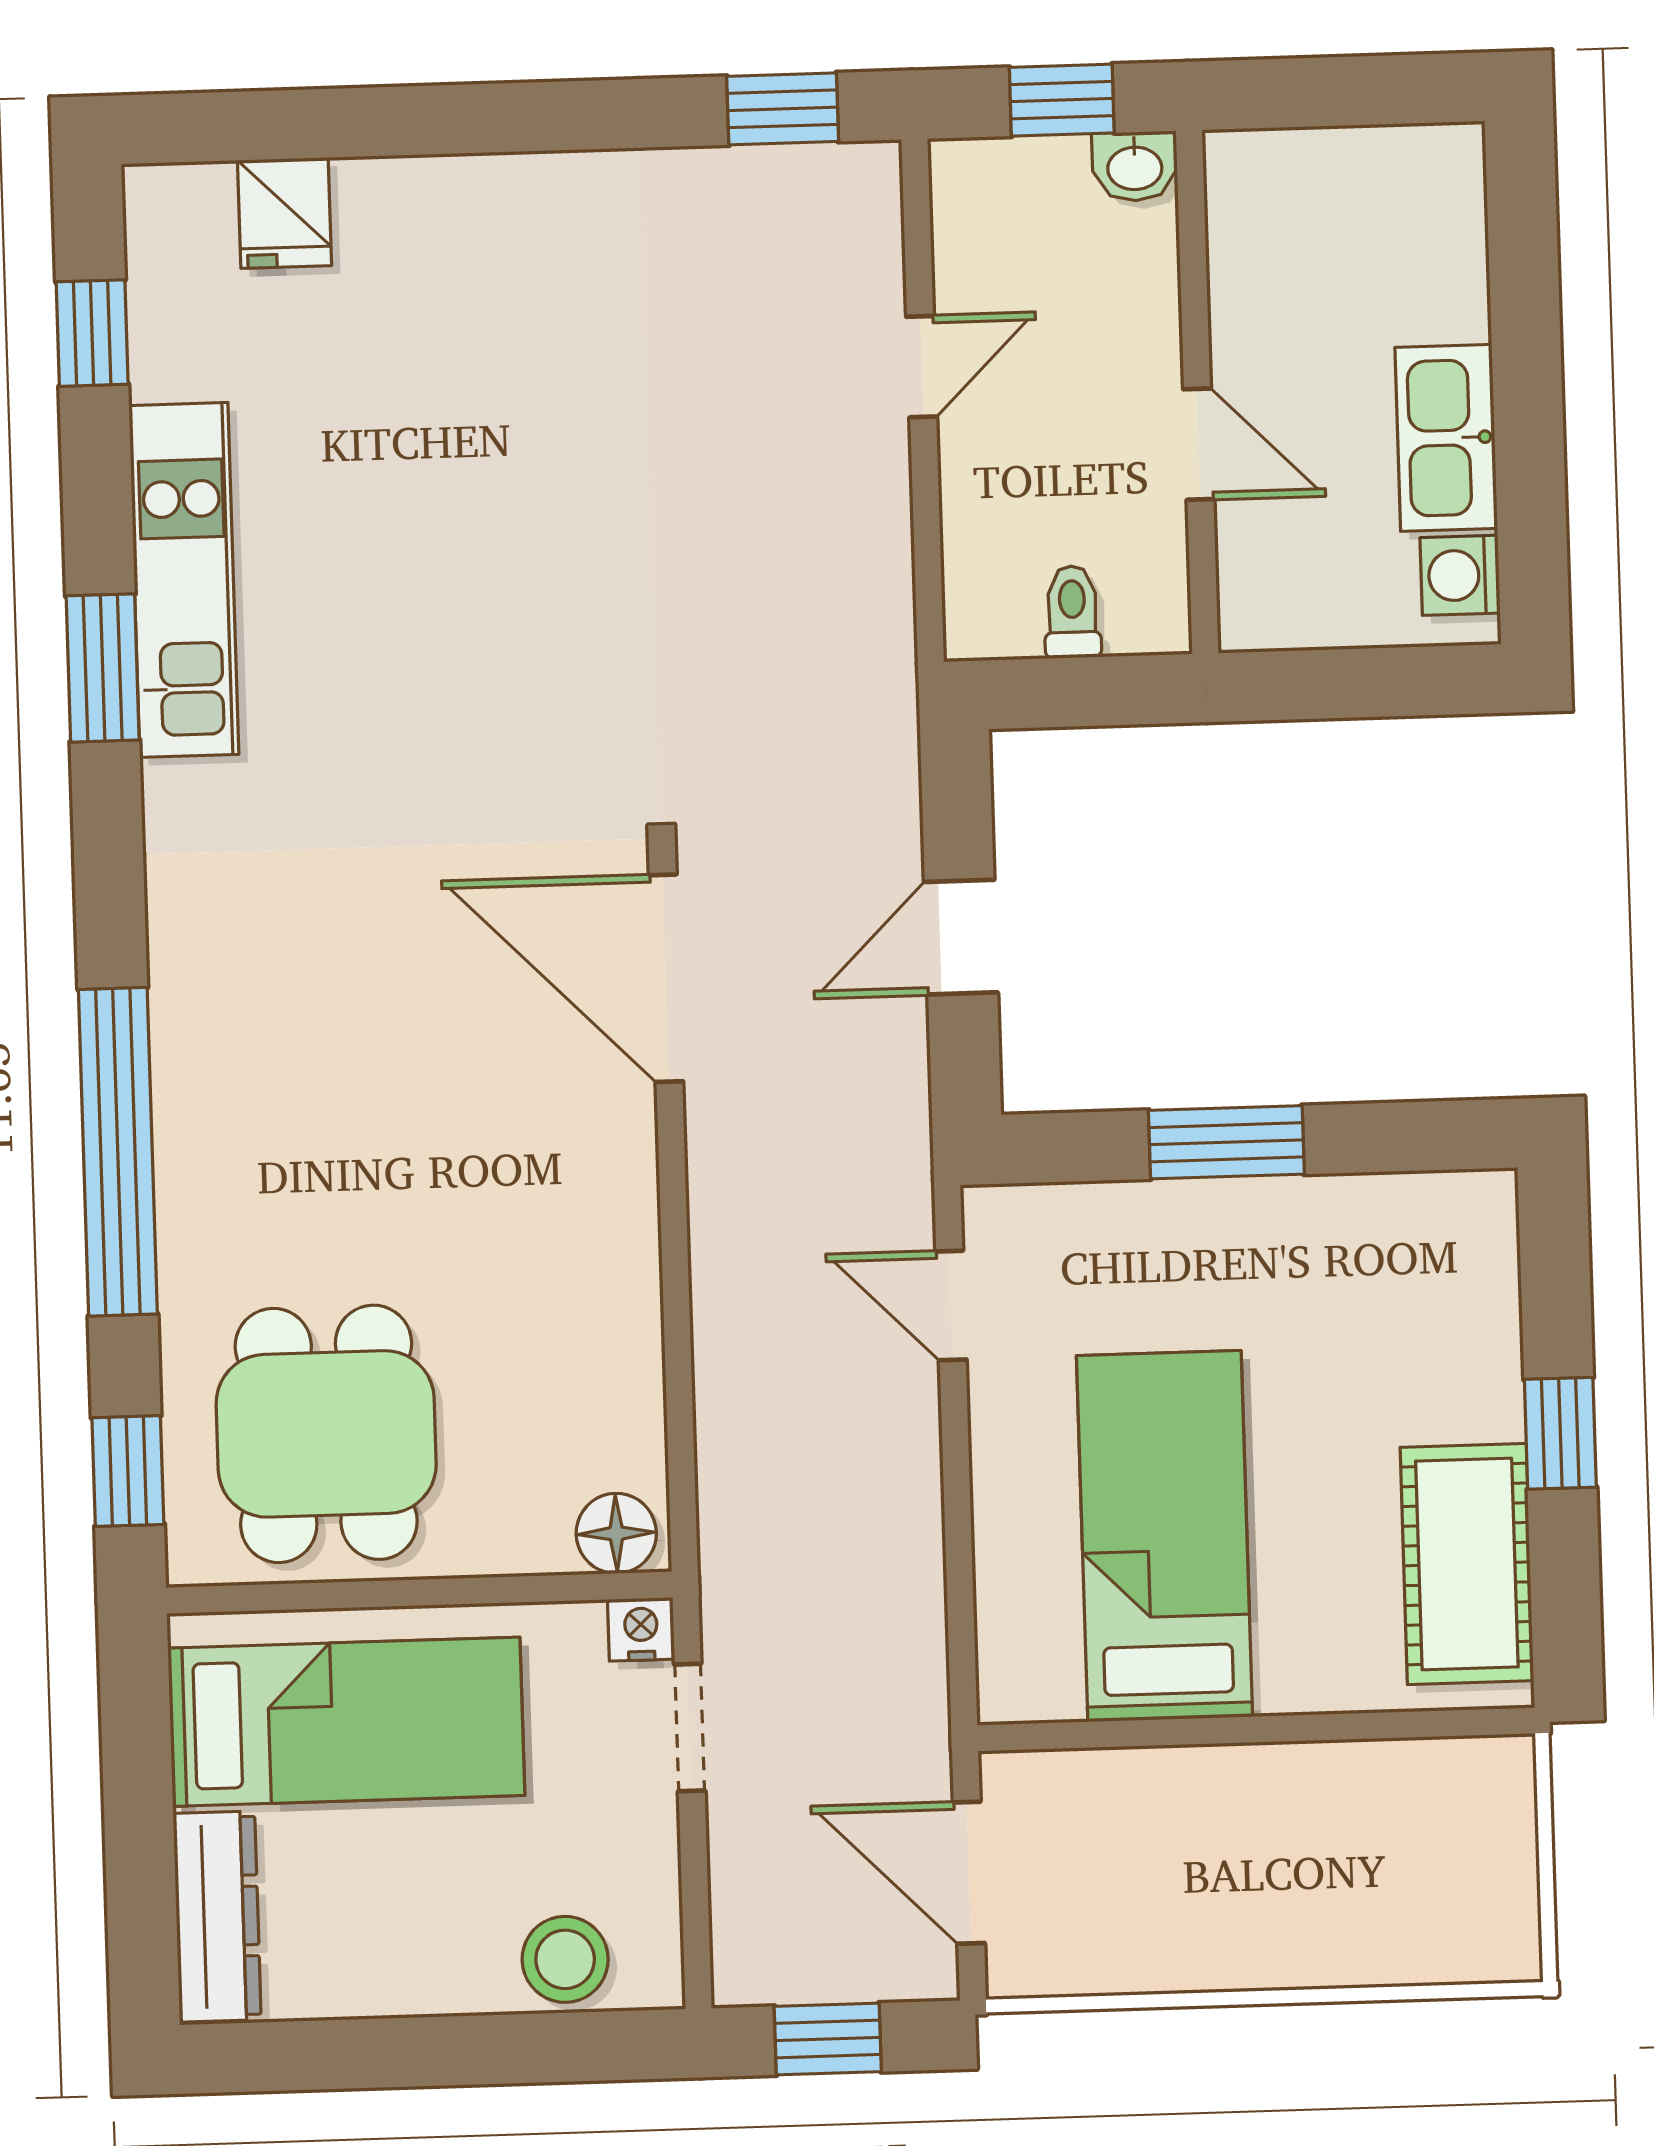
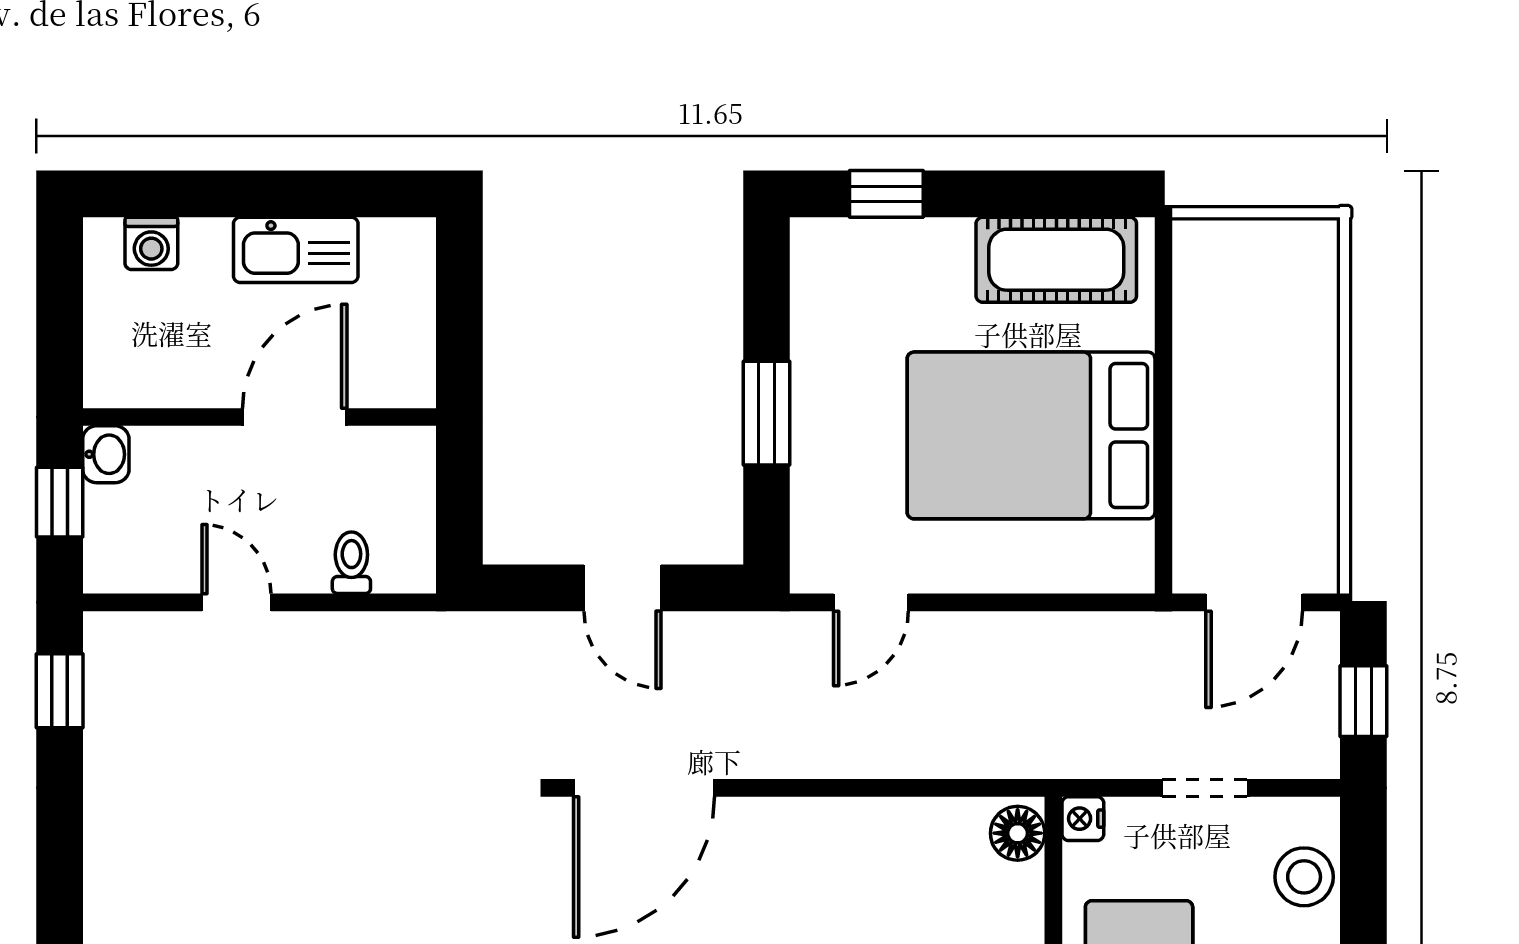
door: (1199, 444) -> (295, 417), width x1.38
washing machine: (1460, 575) -> (151, 243), moved
toilet: (1072, 612) -> (351, 563), moved, turned 90
window: (1560, 1433) -> (886, 194), moved
bed: (1164, 1536) -> (1031, 435), width x1.50
doorway: (690, 1727) -> (1205, 788), moved

